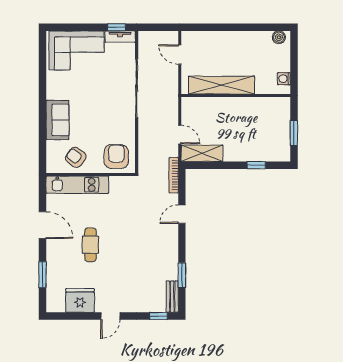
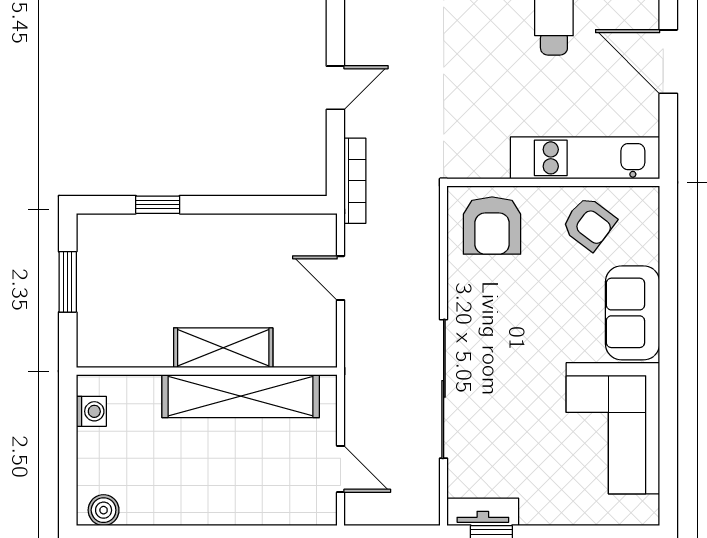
corner sofa: (77, 50) -> (613, 428), moved, turned -90
shelving: (202, 153) -> (223, 348), moved

